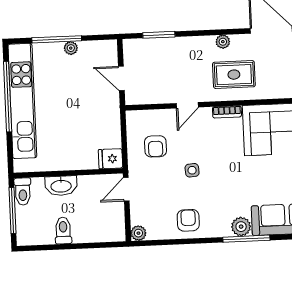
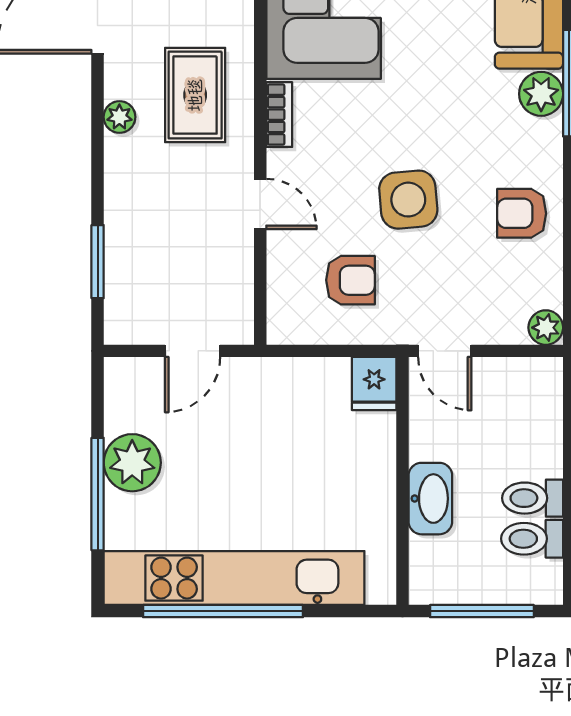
plant: (71, 48) -> (132, 463), width x1.87, depth x1.87
side table: (192, 170) -> (408, 200), width x1.87, depth x1.87
toilet: (23, 191) -> (532, 539), moved, turned 180

